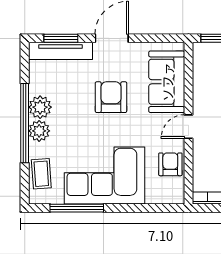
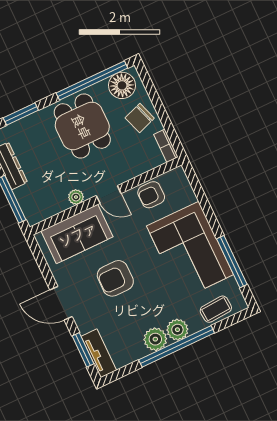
tv unit: (60, 51) -> (99, 353), width x0.71
plant: (200, 96) -> (76, 197), added

